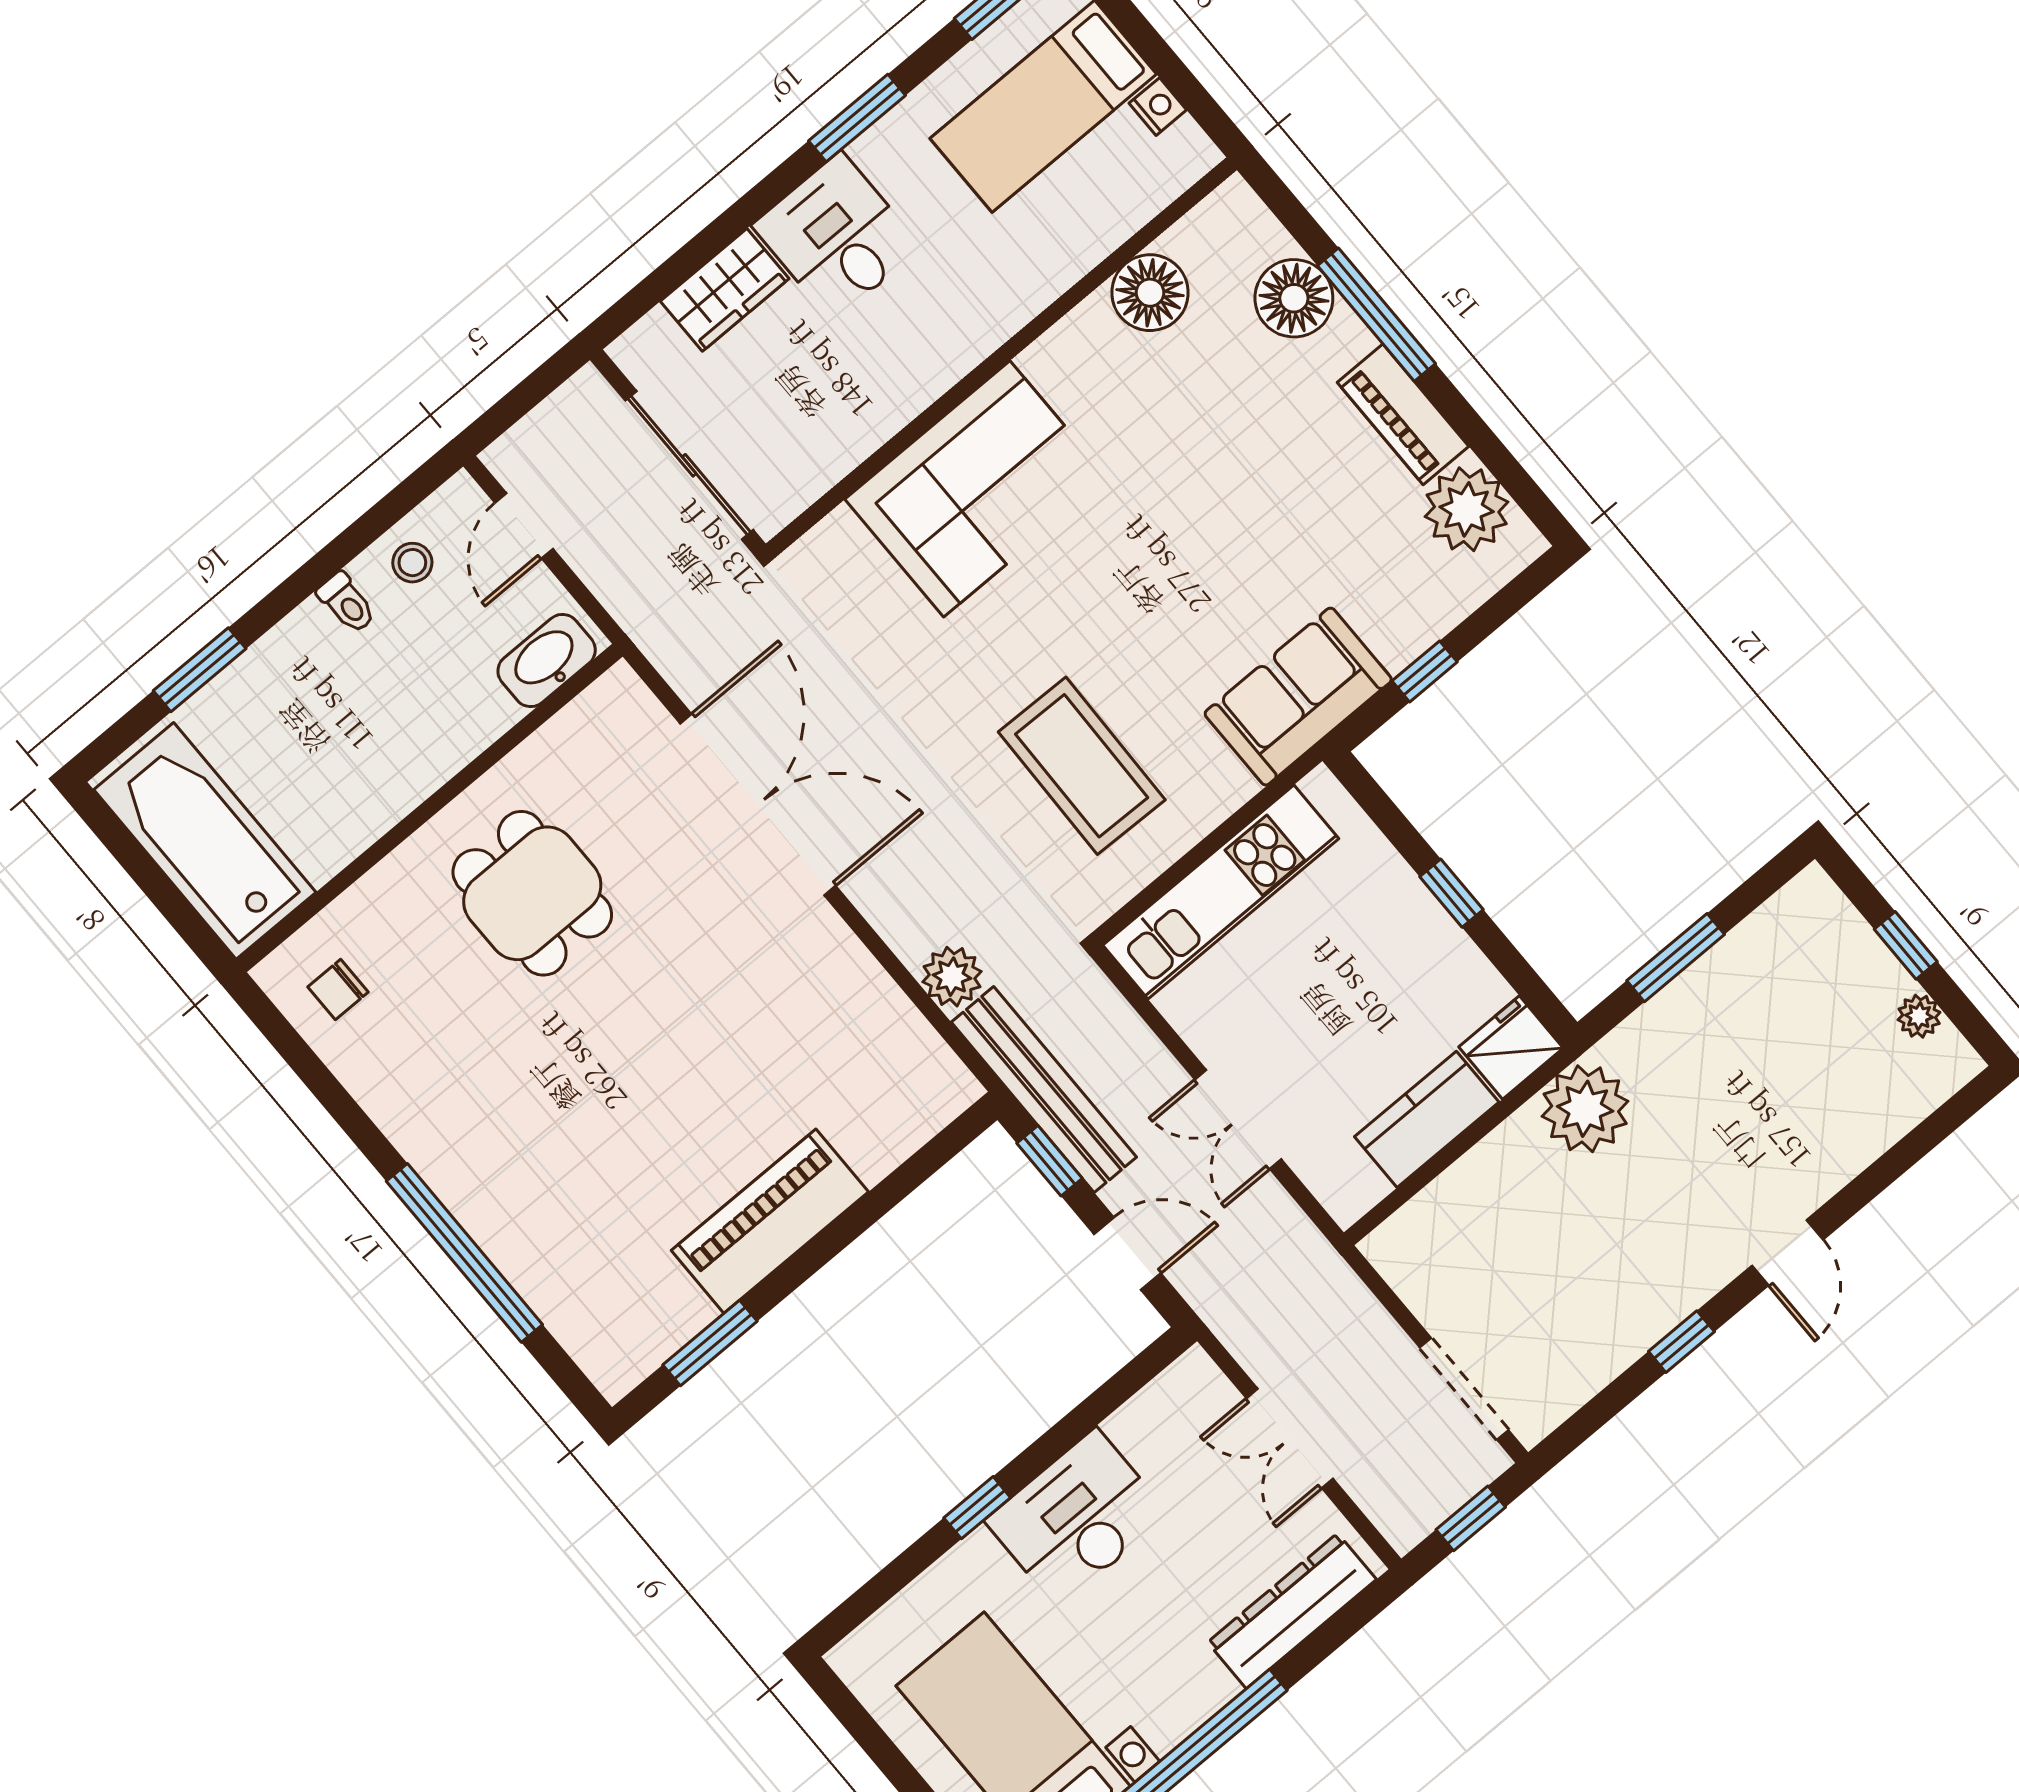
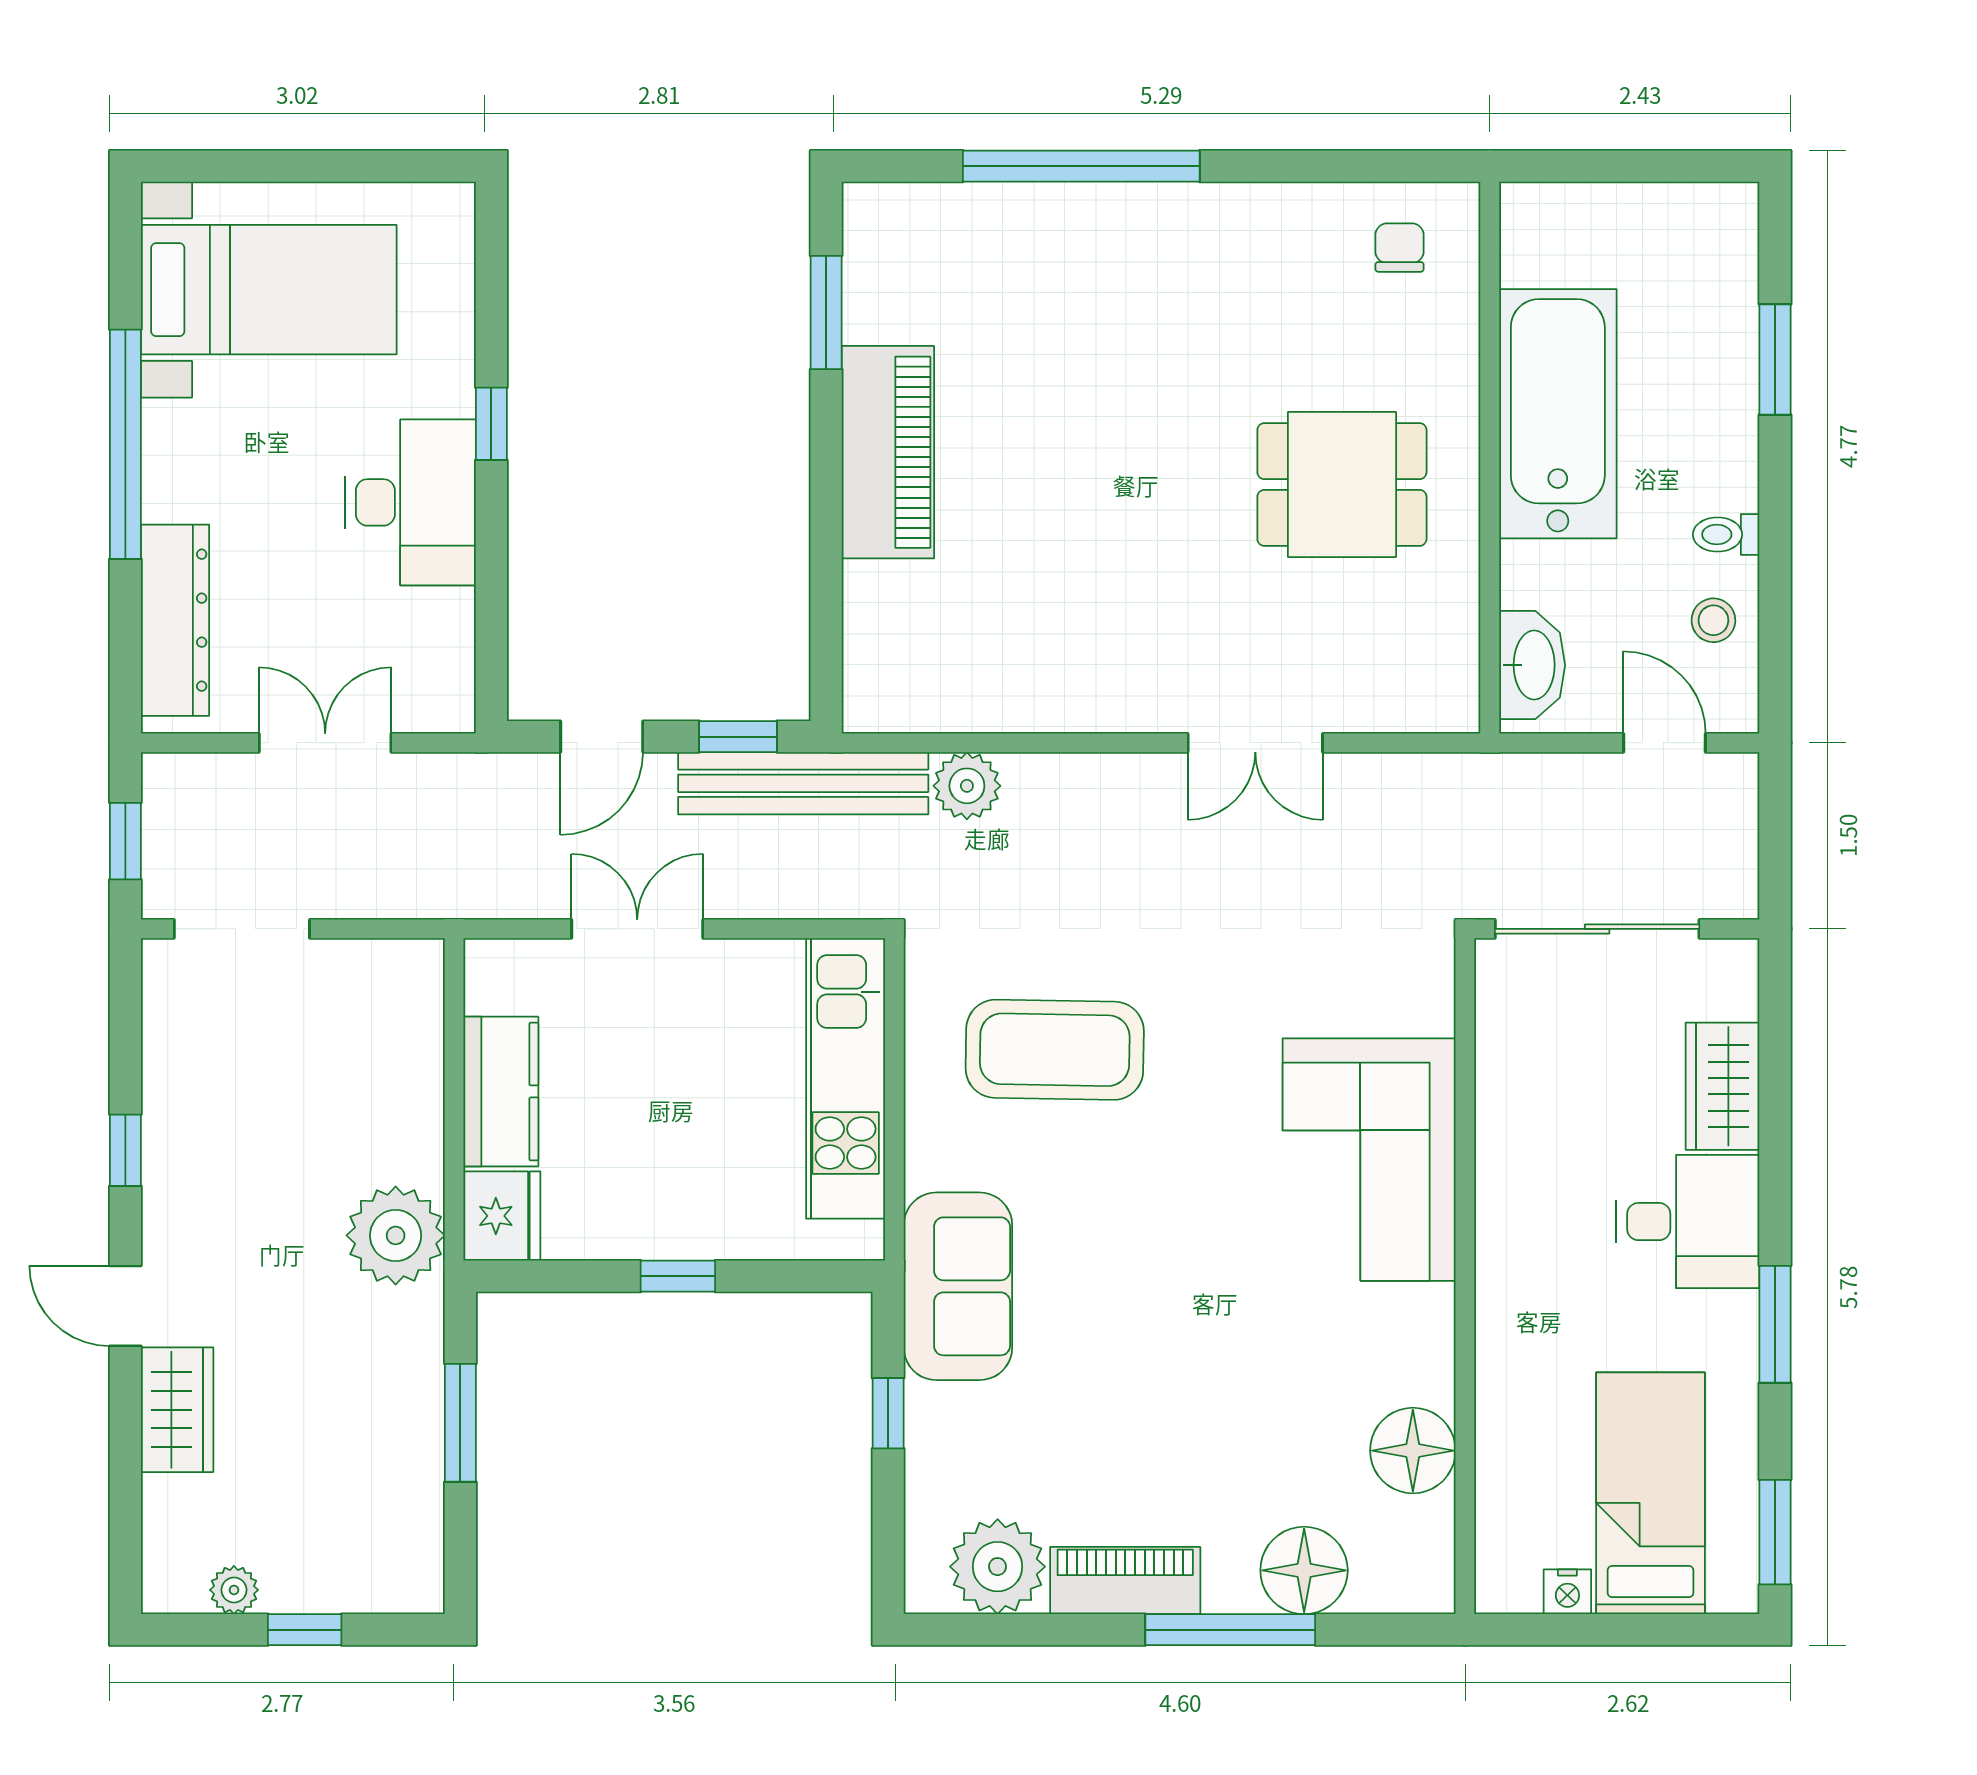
double door: (758, 805) -> (1255, 743), width x0.54
bathtub: (205, 841) -> (1558, 414), moved, turned -90
wardrobe: (1829, 1158) -> (177, 1410), added

